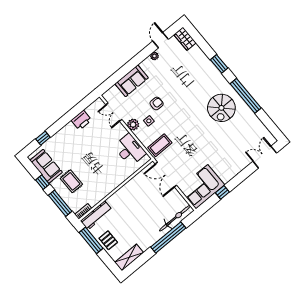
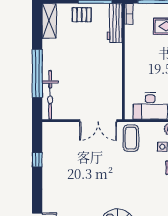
double door: (166, 175) -> (98, 121), swing flipped
corner sofa: (202, 187) -> (59, 145), removed

